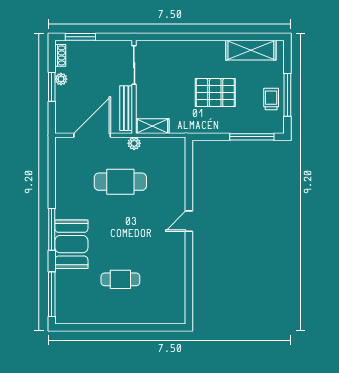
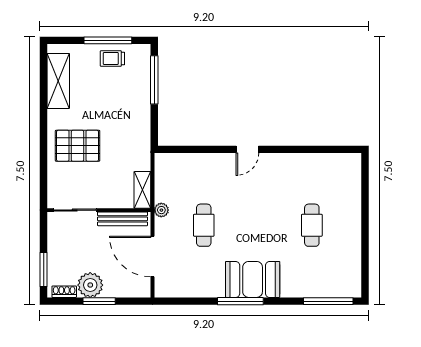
plant: (61, 79) -> (90, 285), width x1.88, depth x1.88
pallet: (215, 93) -> (78, 146), moved, turned 90
cafe table: (120, 182) -> (204, 225), width x0.73, depth x0.74
door: (189, 221) -> (247, 149), hinge flipped
window: (52, 229) -> (240, 301), moved
booth: (71, 244) -> (253, 279), moved

